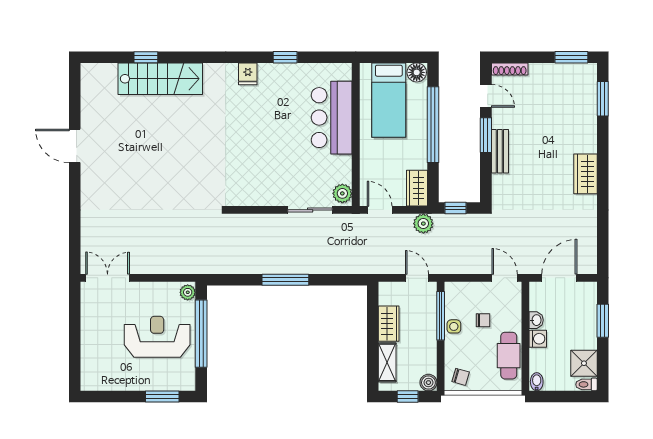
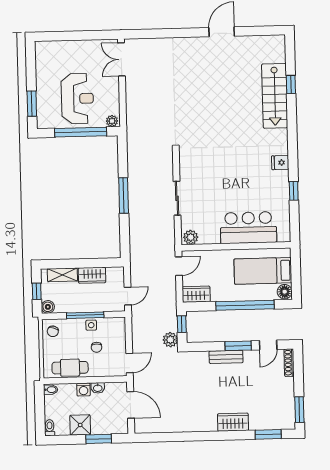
wardrobe: (586, 174) -> (233, 422), moved
sliding door: (310, 210) -> (177, 198), moved
plant: (423, 224) -> (170, 340), moved
double door: (108, 278) -> (121, 59), swing flipped
window: (441, 316) -> (85, 315), moved
shower: (584, 363) -> (80, 425), moved

